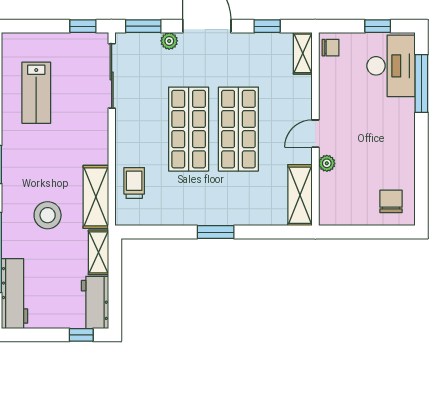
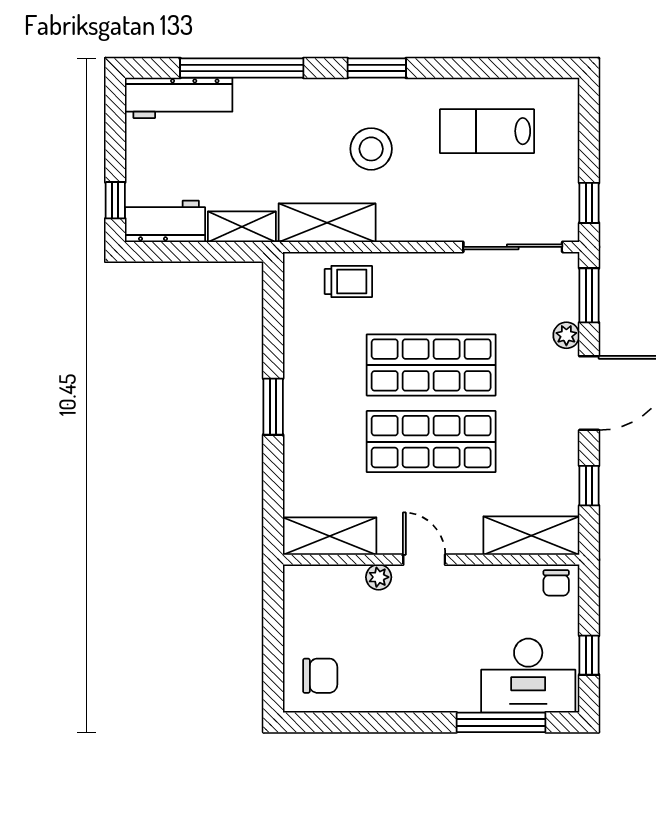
shelving: (303, 53) -> (531, 536), width x1.50, depth x1.33
stool: (48, 215) -> (371, 149), moved

